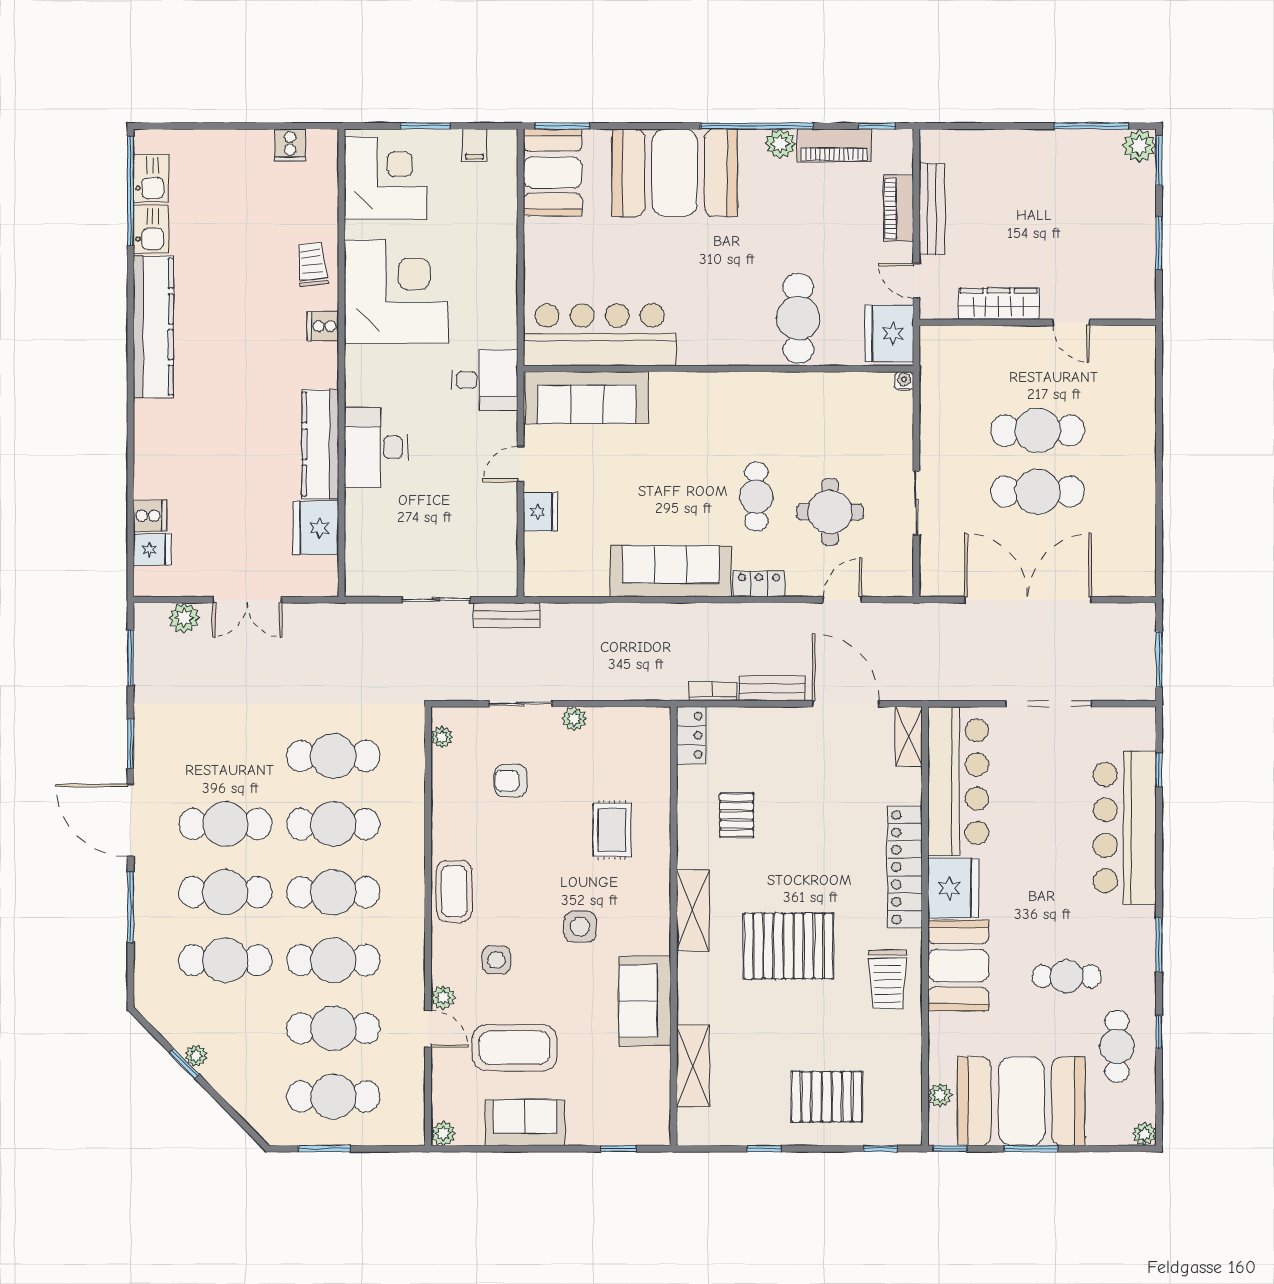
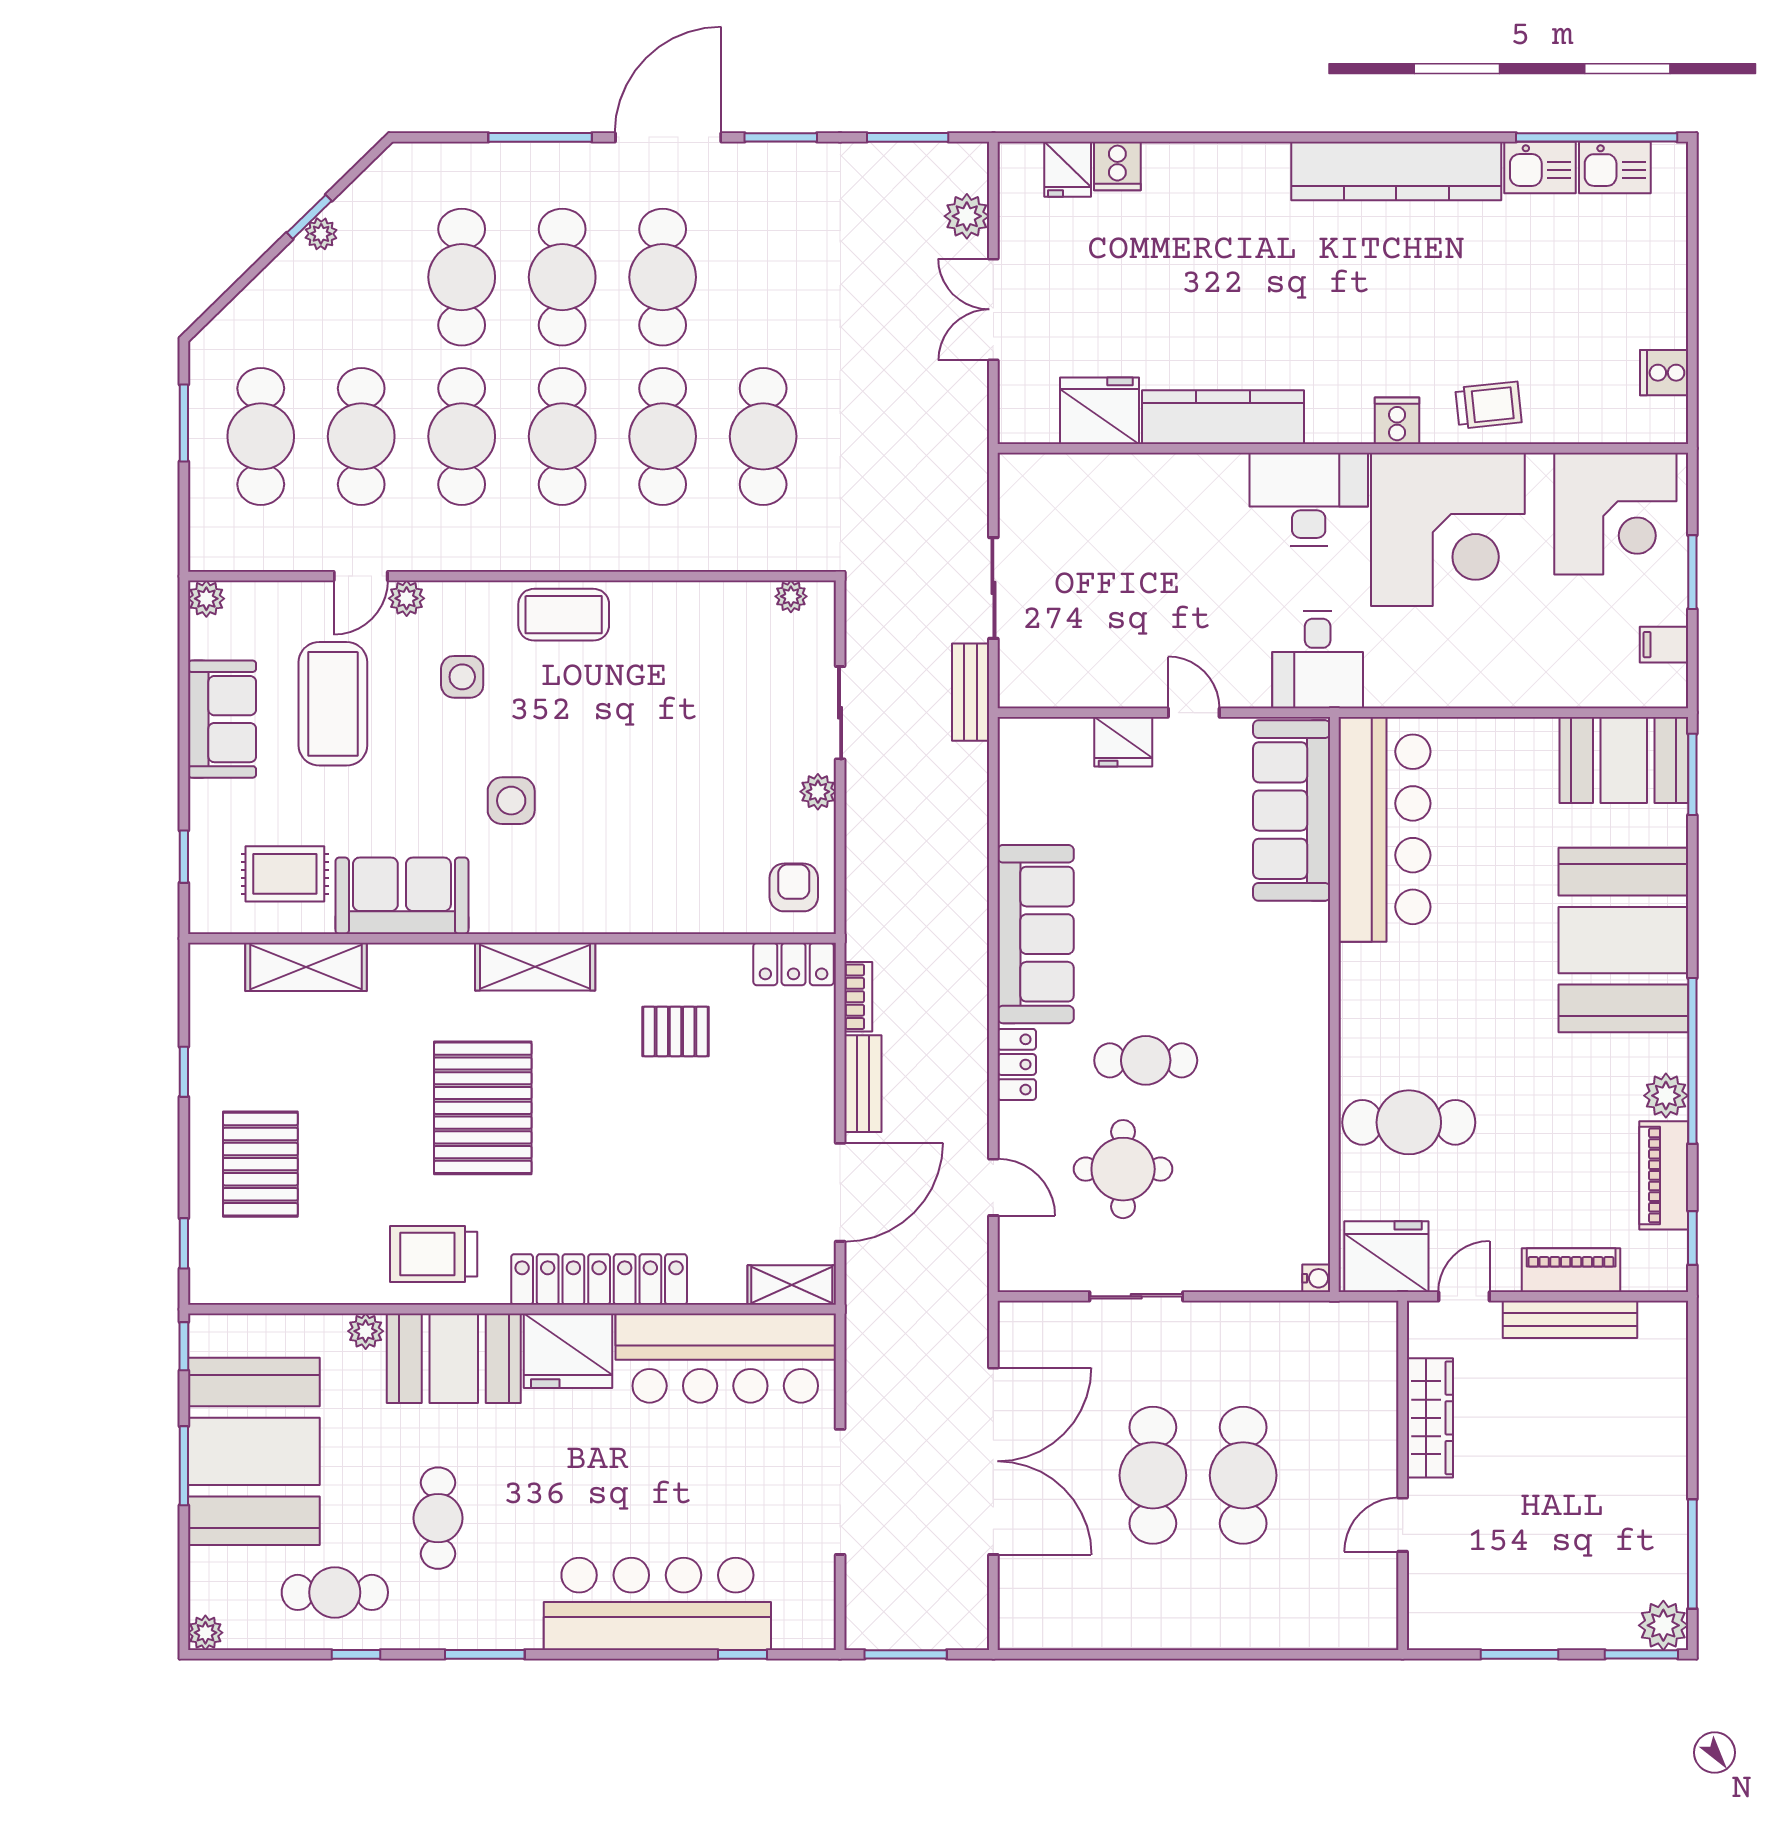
desk: (376, 447) -> (1309, 499), moved
armchair: (511, 781) -> (794, 887), moved
rug: (612, 830) -> (285, 874), moved
plant: (940, 1095) -> (366, 1331), moved

